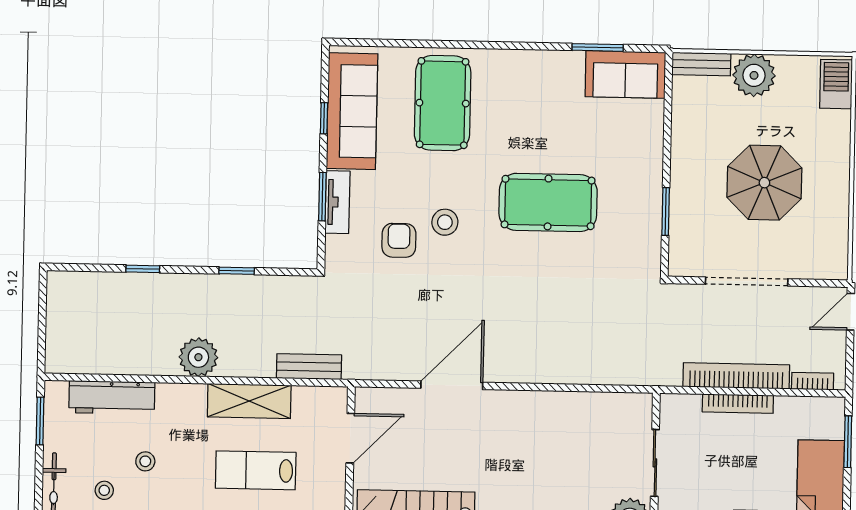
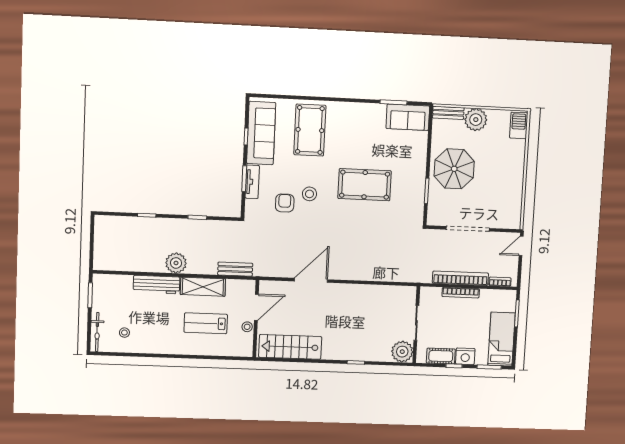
parasol: (764, 183) -> (454, 169), moved
workbench: (112, 398) -> (156, 285), moved
stool: (145, 461) -> (247, 327), moved

